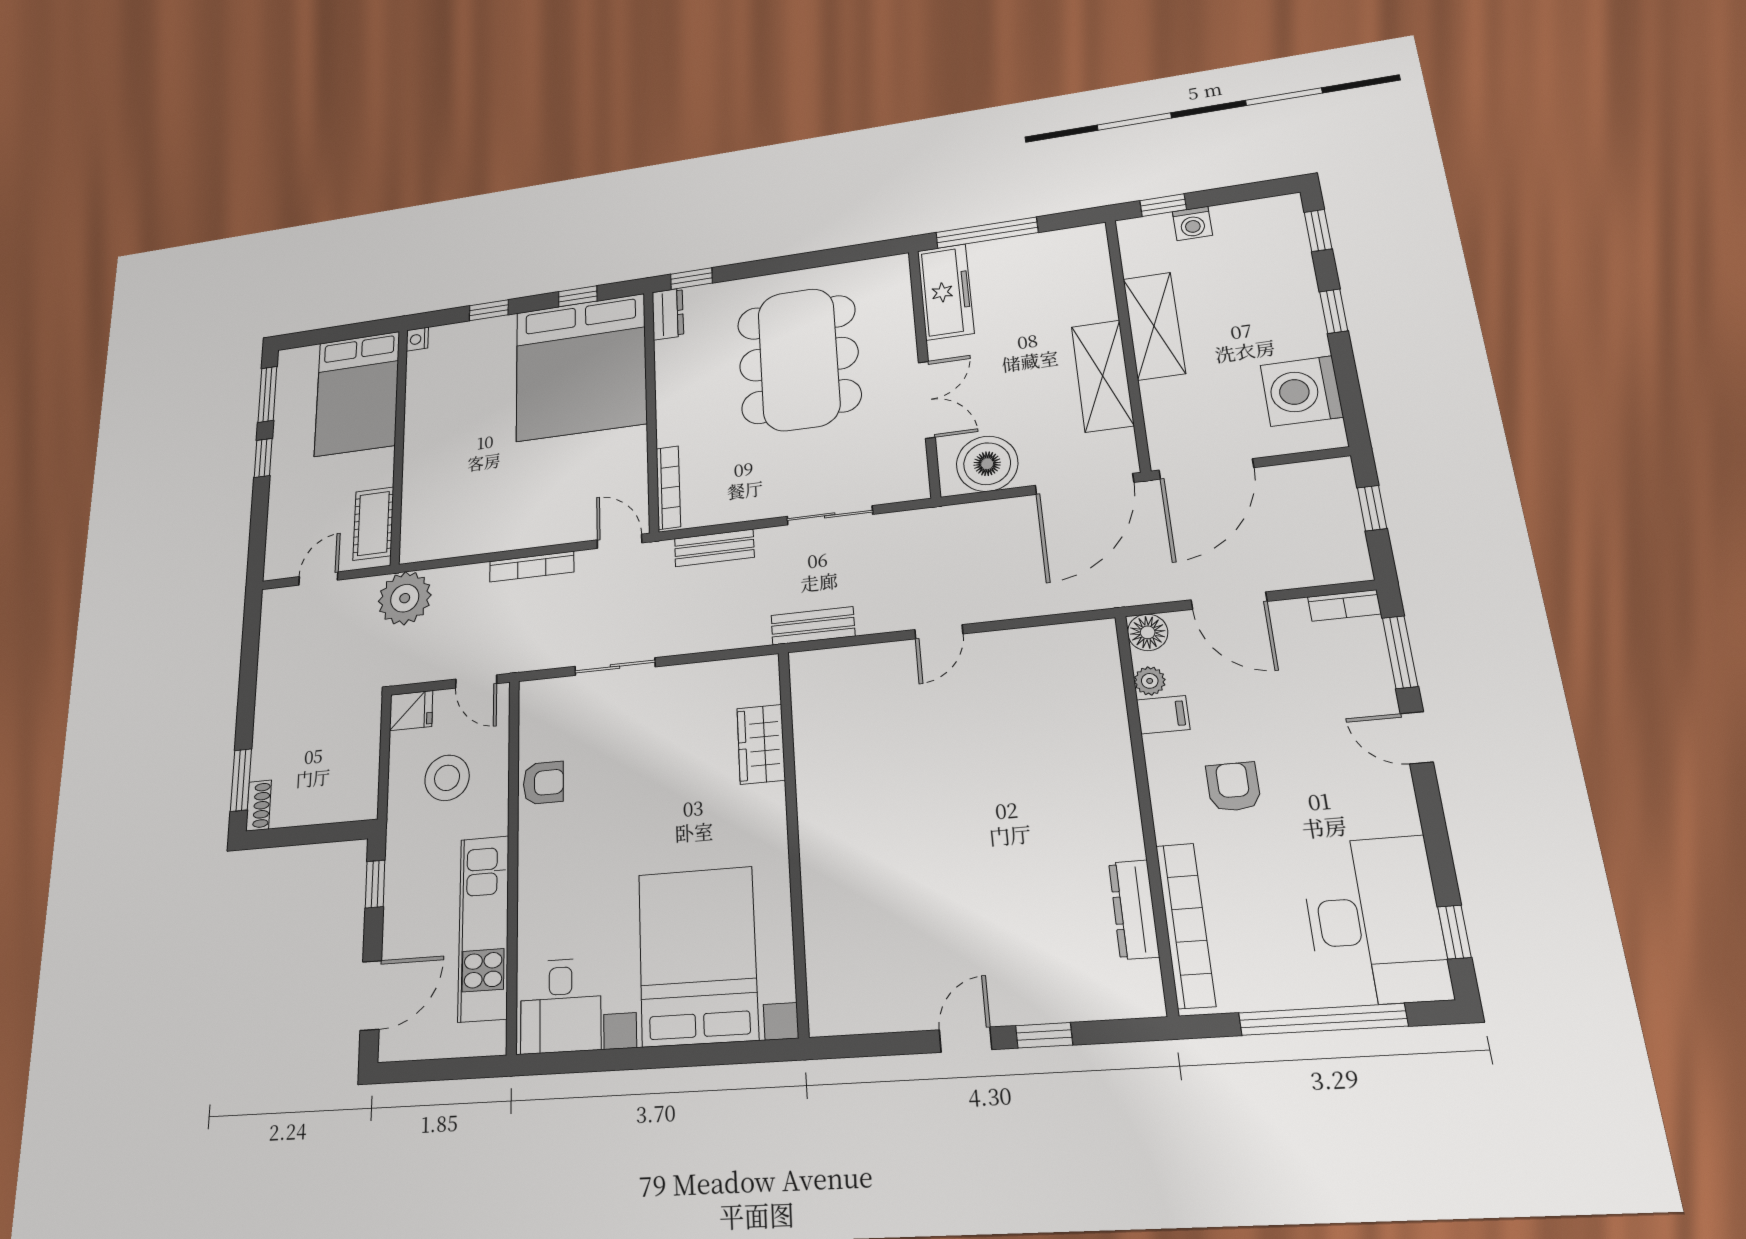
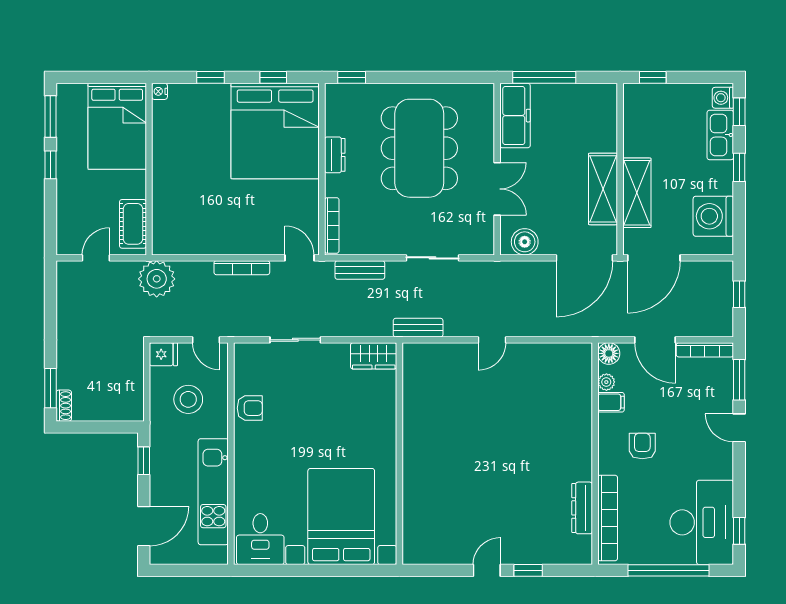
washing machine: (1192, 224) -> (723, 98), moved, turned 90
kitchen sink: (1292, 269) -> (720, 135), added
dresser: (668, 314) -> (335, 155), moved
shelving: (1154, 326) -> (637, 193), moved
boiler: (987, 464) -> (525, 242), width x0.73, depth x0.73
bookcase: (1344, 605) -> (705, 350), width x1.56
wardrobe: (761, 744) -> (374, 356), moved, turned -90

